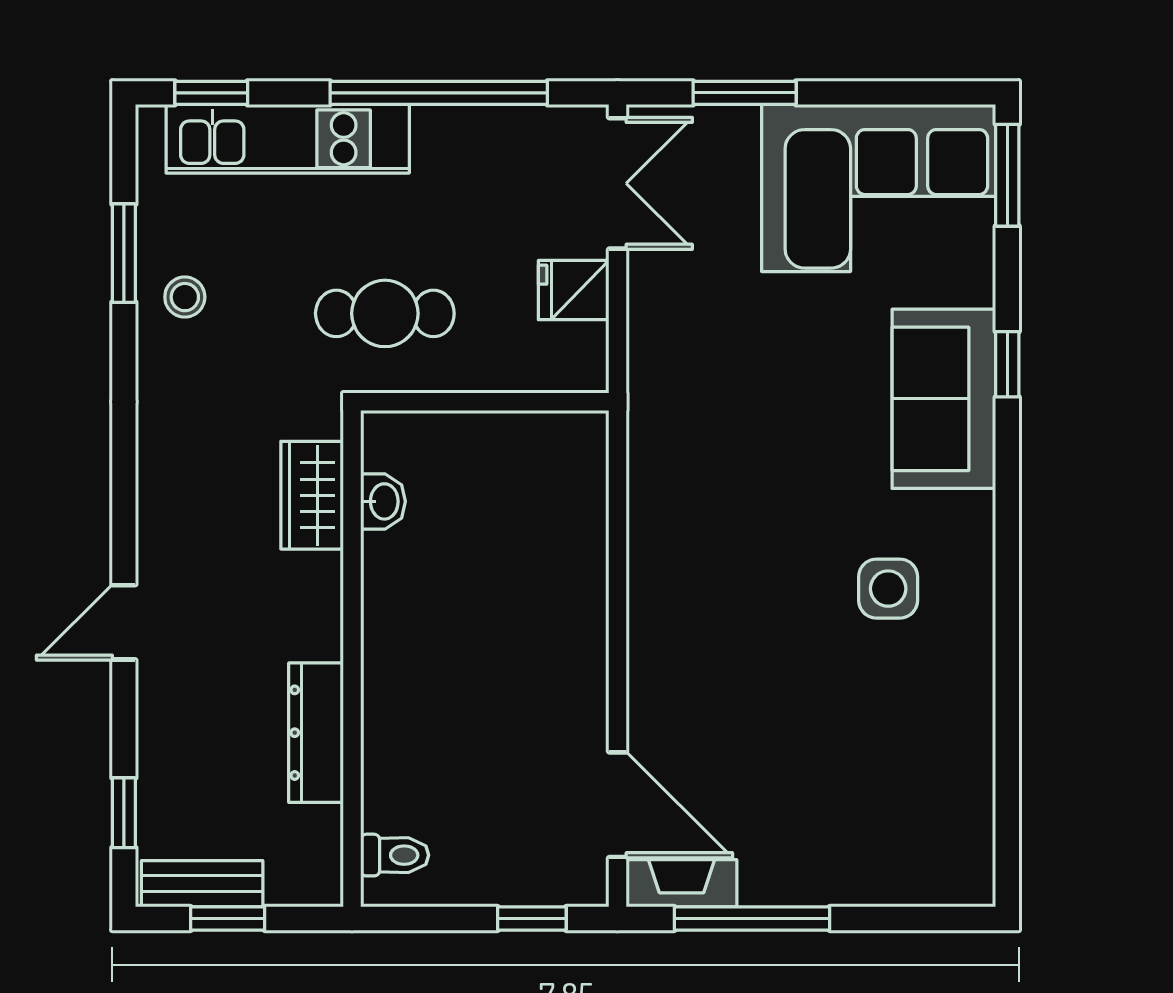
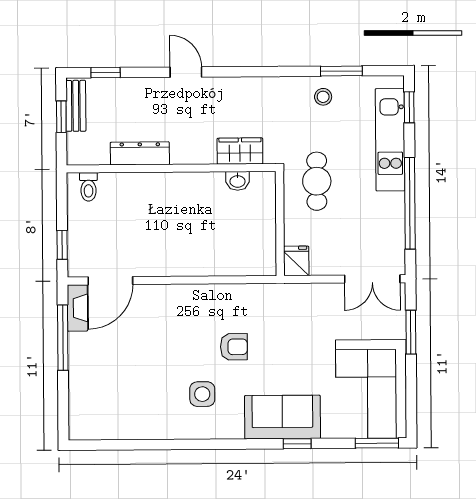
fridge: (574, 290) -> (296, 261), moved
armchair: (776, 513) -> (234, 347), added

